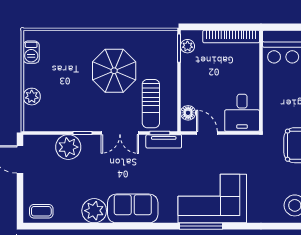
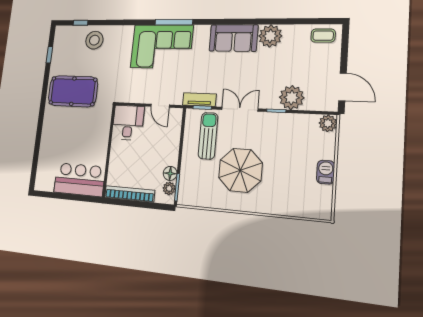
barbecue: (31, 52) -> (326, 172), moved
plant: (32, 97) -> (328, 123), moved
floor lamp: (188, 113) -> (170, 173), moved

